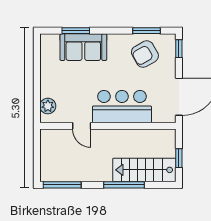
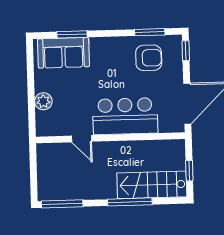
sofa: (83, 47) -> (63, 53), moved
armchair: (145, 54) -> (149, 58), turned -150
plant: (48, 106) -> (43, 101), moved

